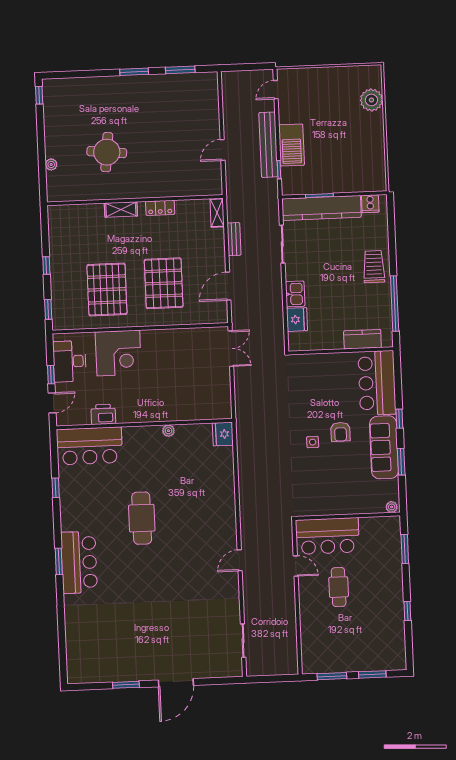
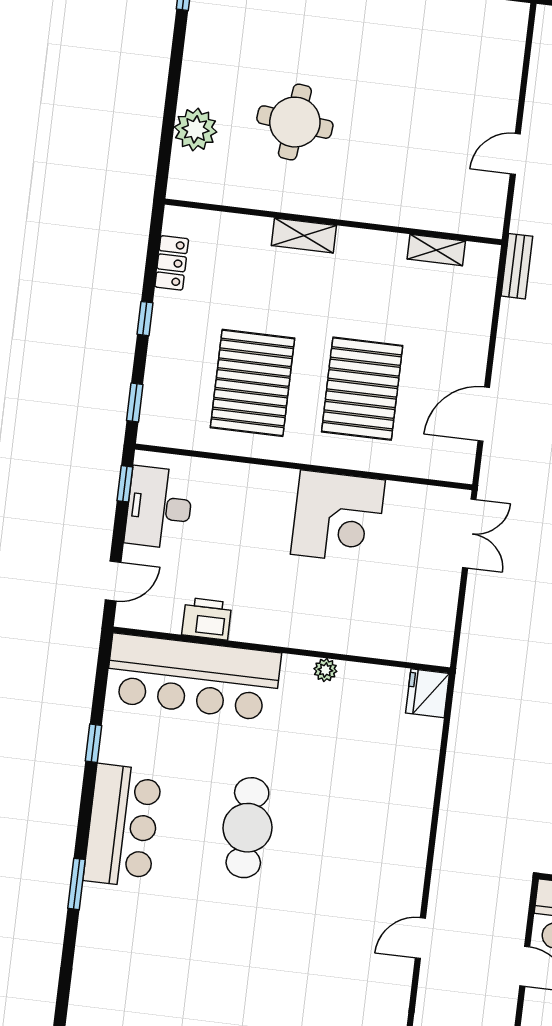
plant: (51, 164) -> (196, 129), width x1.88, depth x1.88
locker: (160, 208) -> (172, 263), moved, turned -90
shelving: (217, 213) -> (436, 250), moved, turned 90
bench: (234, 239) -> (517, 266), moved
corner desk: (118, 353) -> (338, 517), moved
window: (51, 375) -> (125, 484), moved
bar counter: (89, 446) -> (193, 677), width x1.36
bar counter: (79, 562) -> (123, 826), moved

